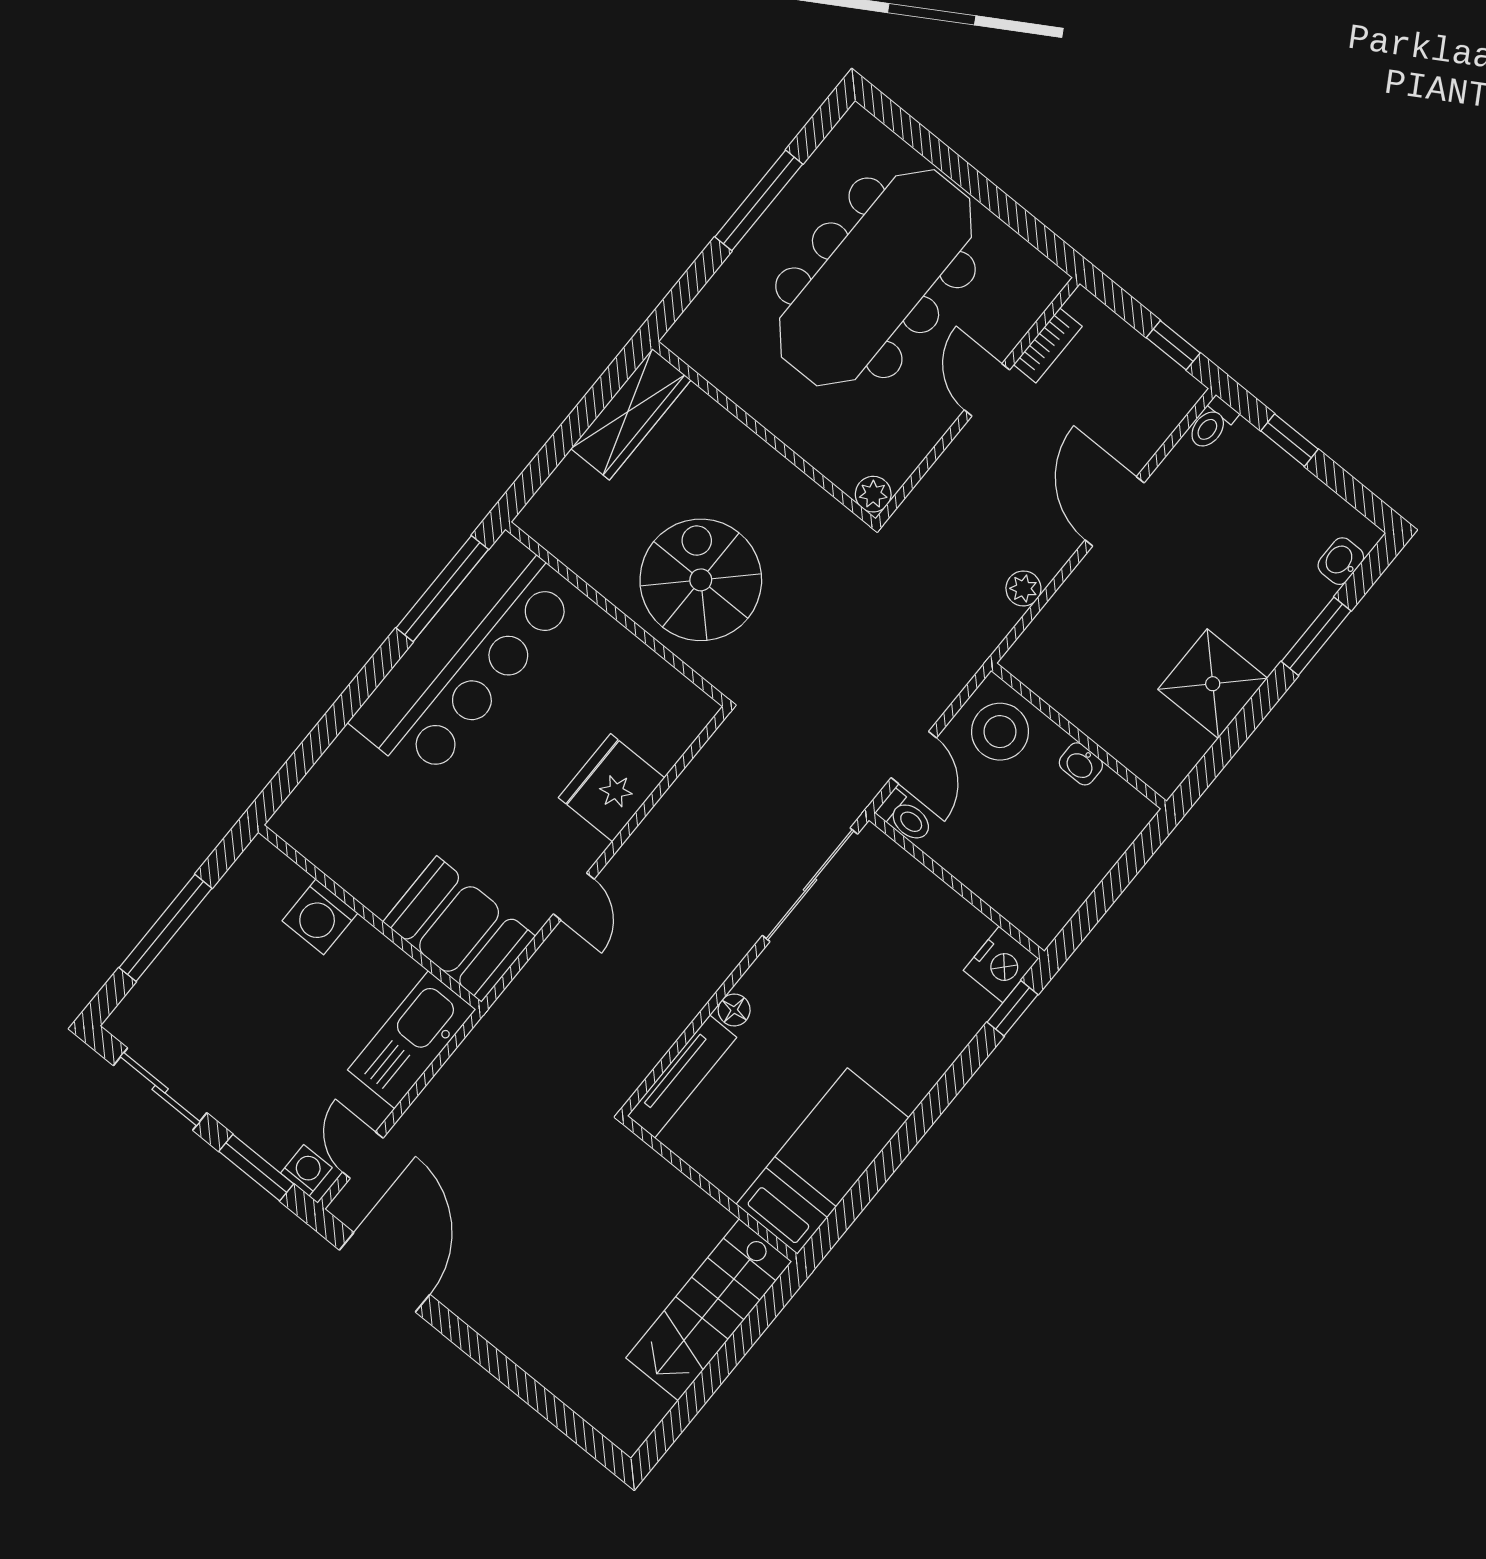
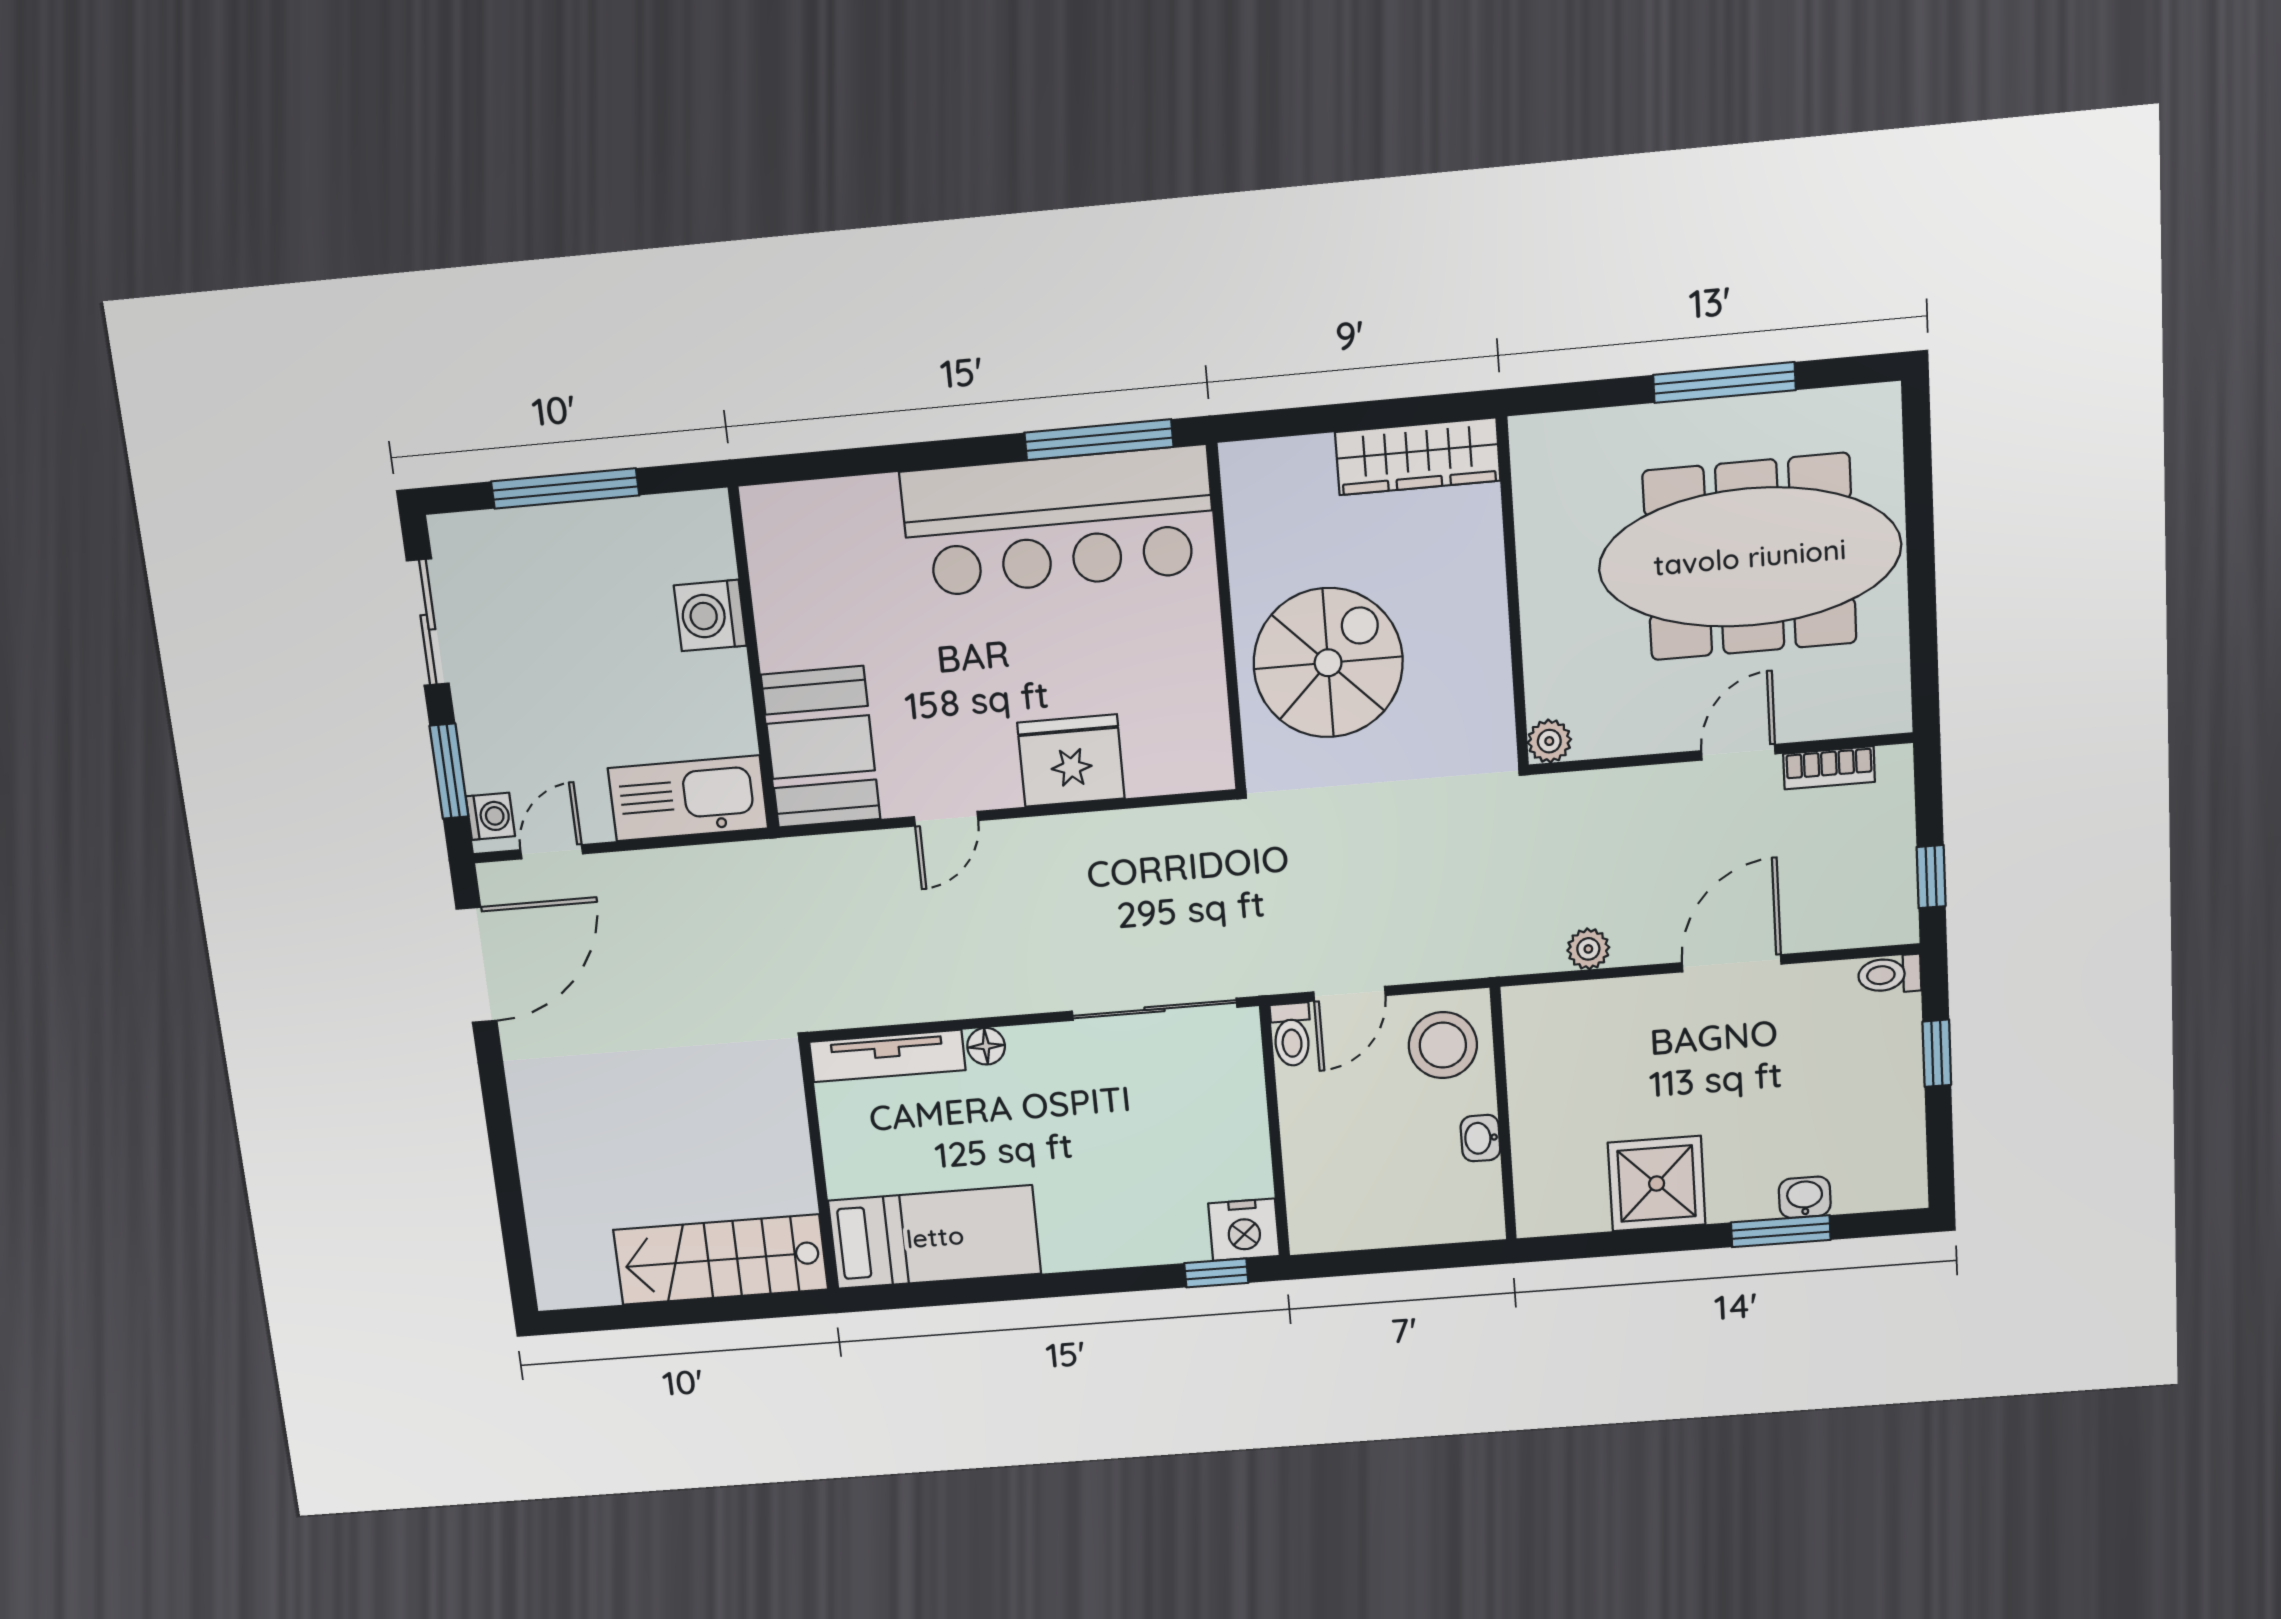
washbasin: (1341, 561) -> (1805, 1197), moved

